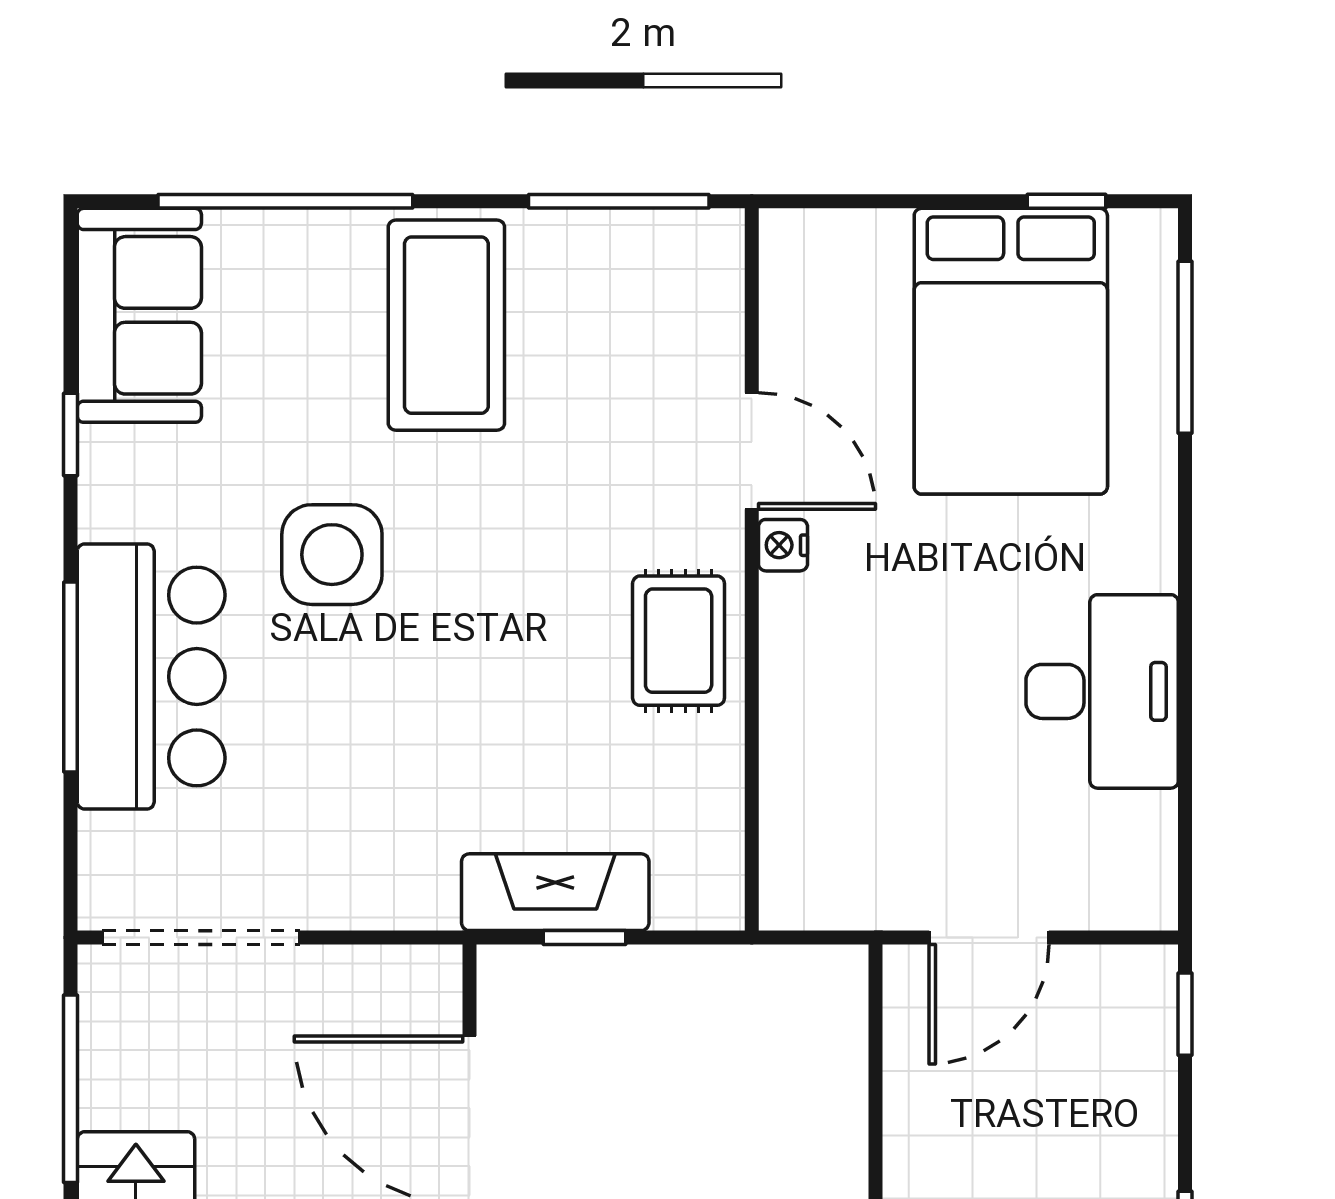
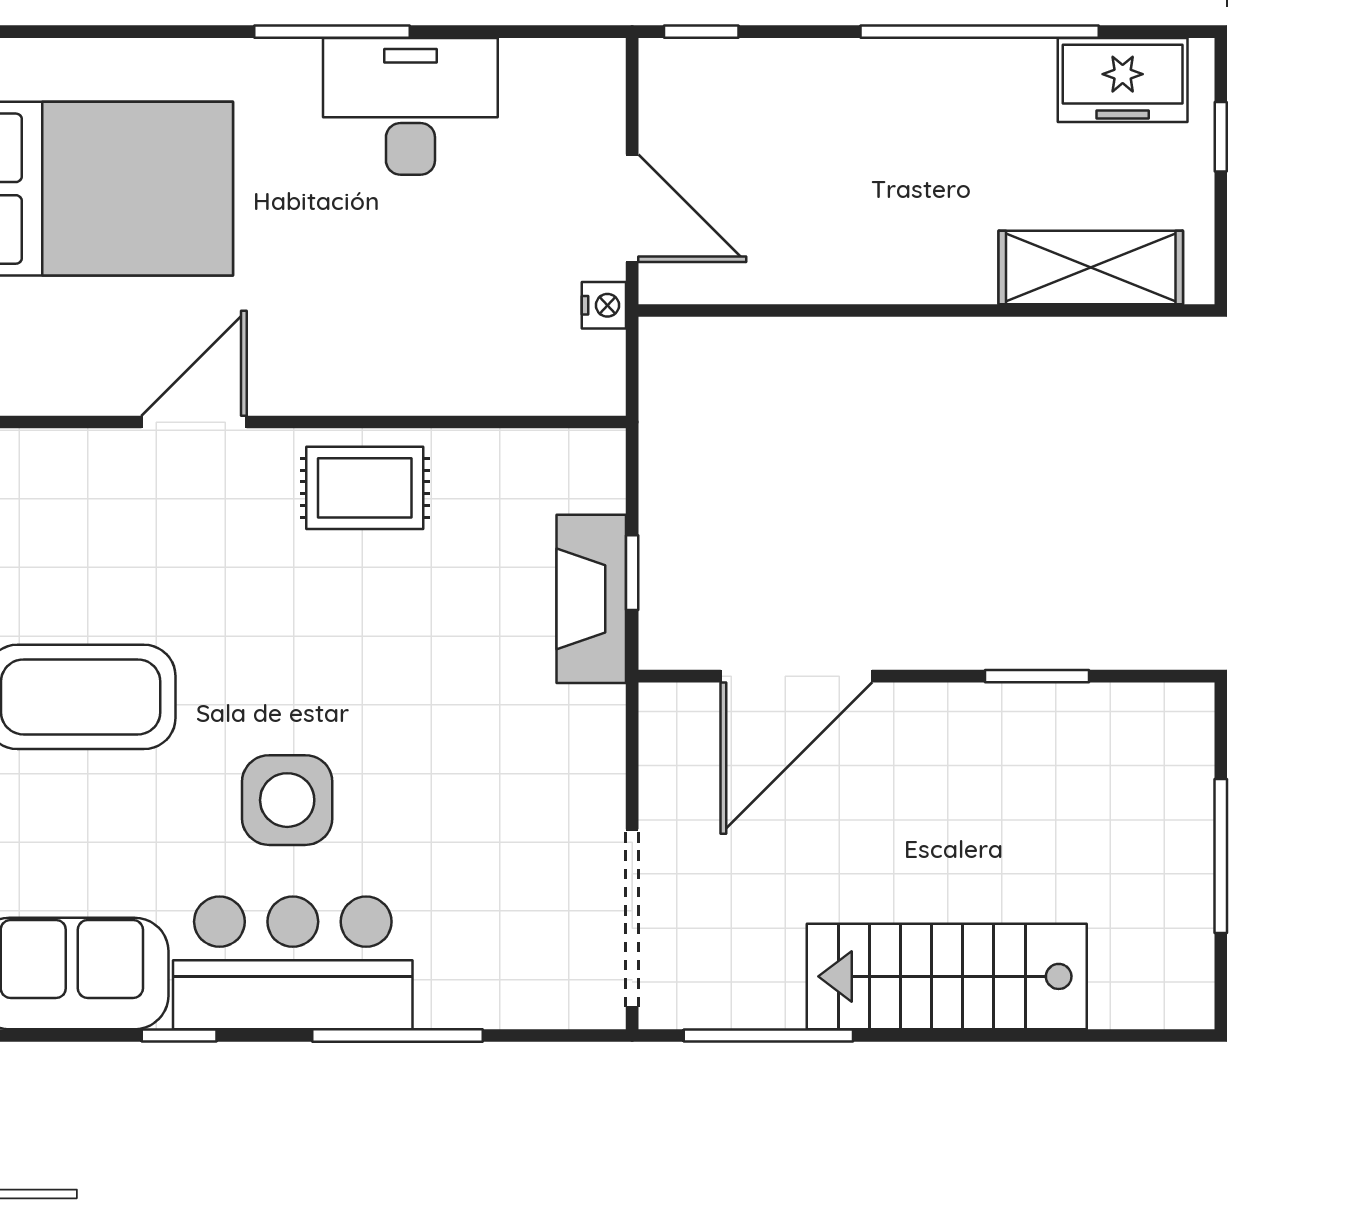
window: (1185, 347) -> (332, 32), moved
nightstand: (783, 545) -> (604, 305), moved, turned -90
bar counter: (151, 677) -> (293, 963), moved

